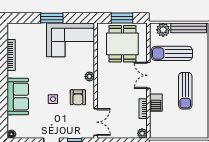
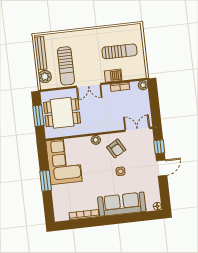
sun lounger: (185, 91) -> (119, 51), moved
sofa: (18, 97) -> (122, 204), width x1.36
armchair: (78, 97) -> (116, 148), turned 60

